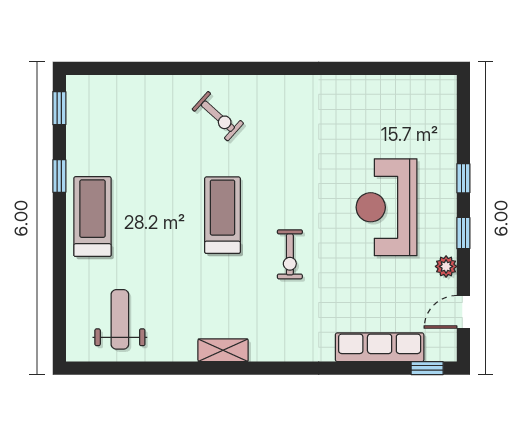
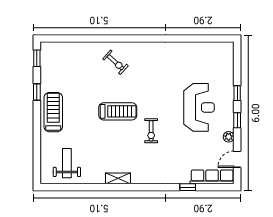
reception desk: (387, 207) -> (199, 107), turned 180
treadmill: (222, 215) -> (118, 111), turned 90
row of seats: (380, 347) -> (212, 177), moved
window: (427, 368) -> (188, 187), moved

